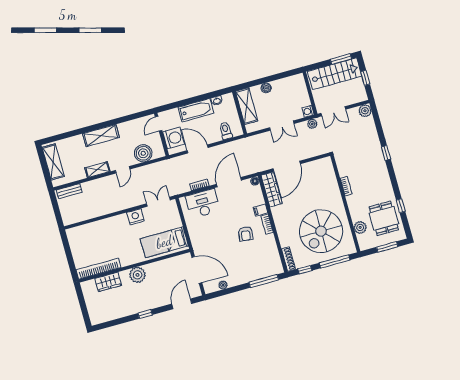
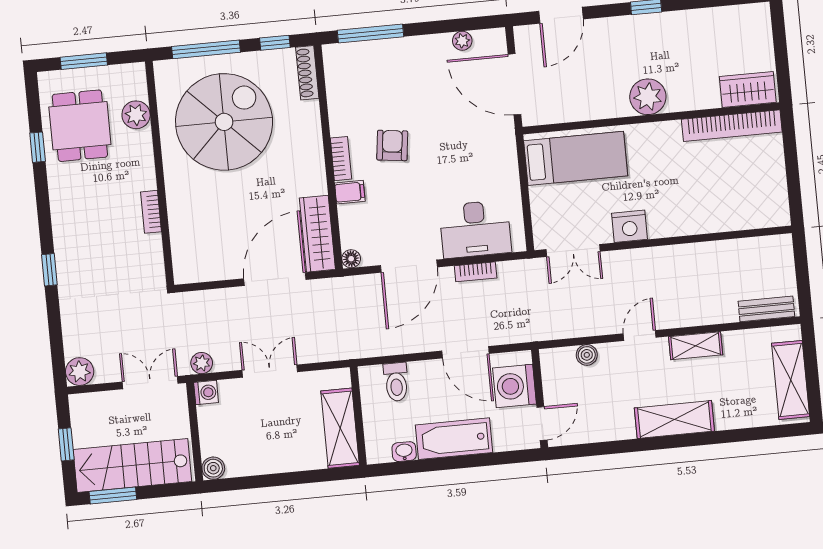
boiler: (266, 88) -> (213, 468), moved
boiler: (143, 153) -> (587, 355), width x0.54, depth x0.54
wardrobe: (108, 282) -> (748, 89), moved

